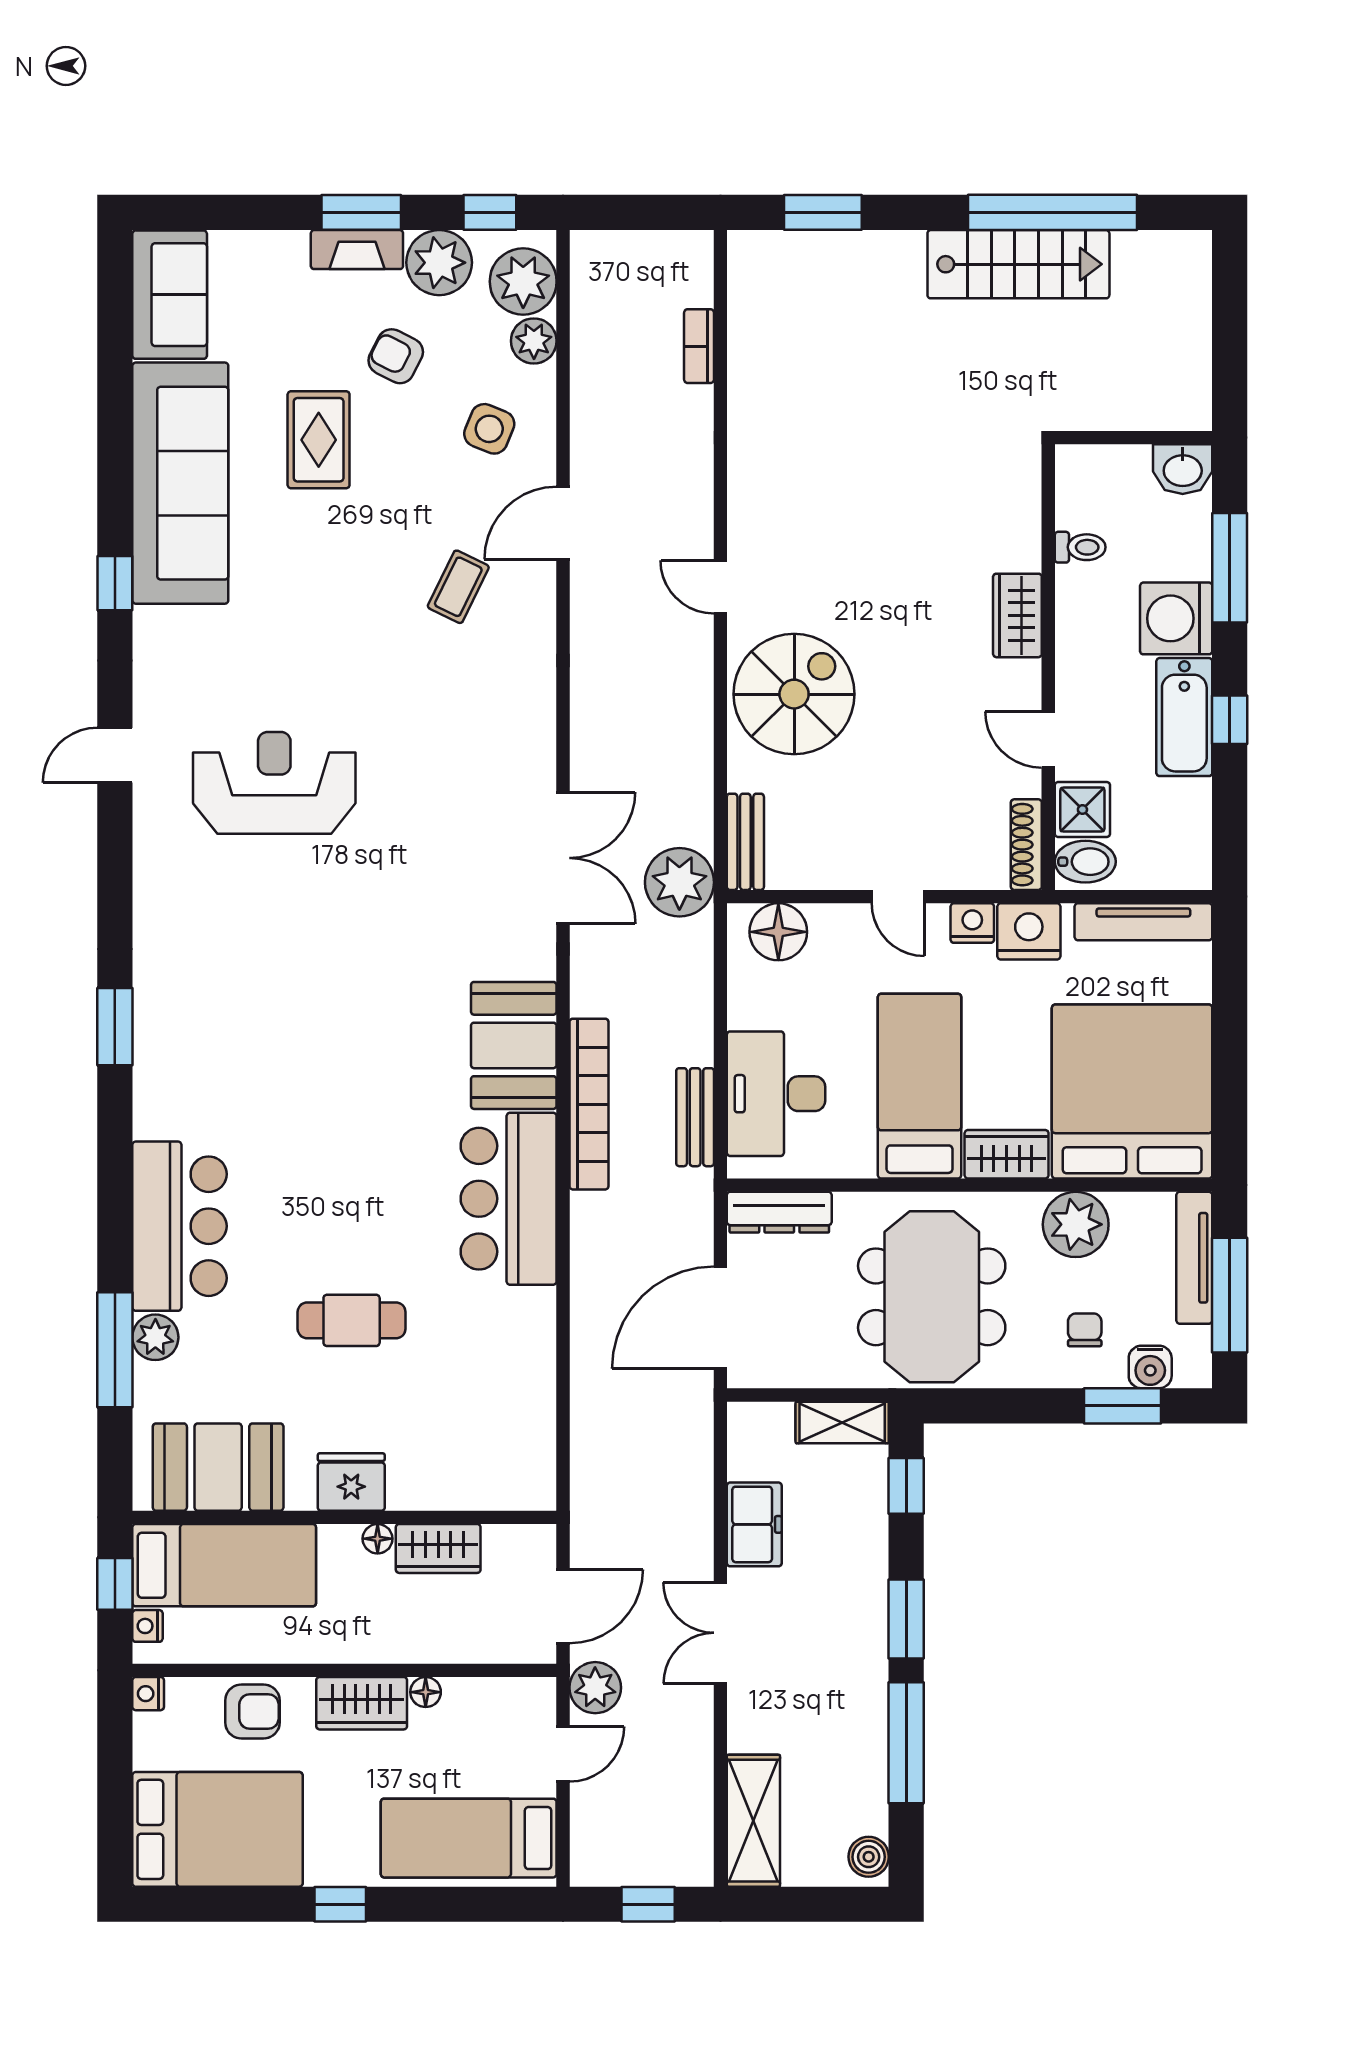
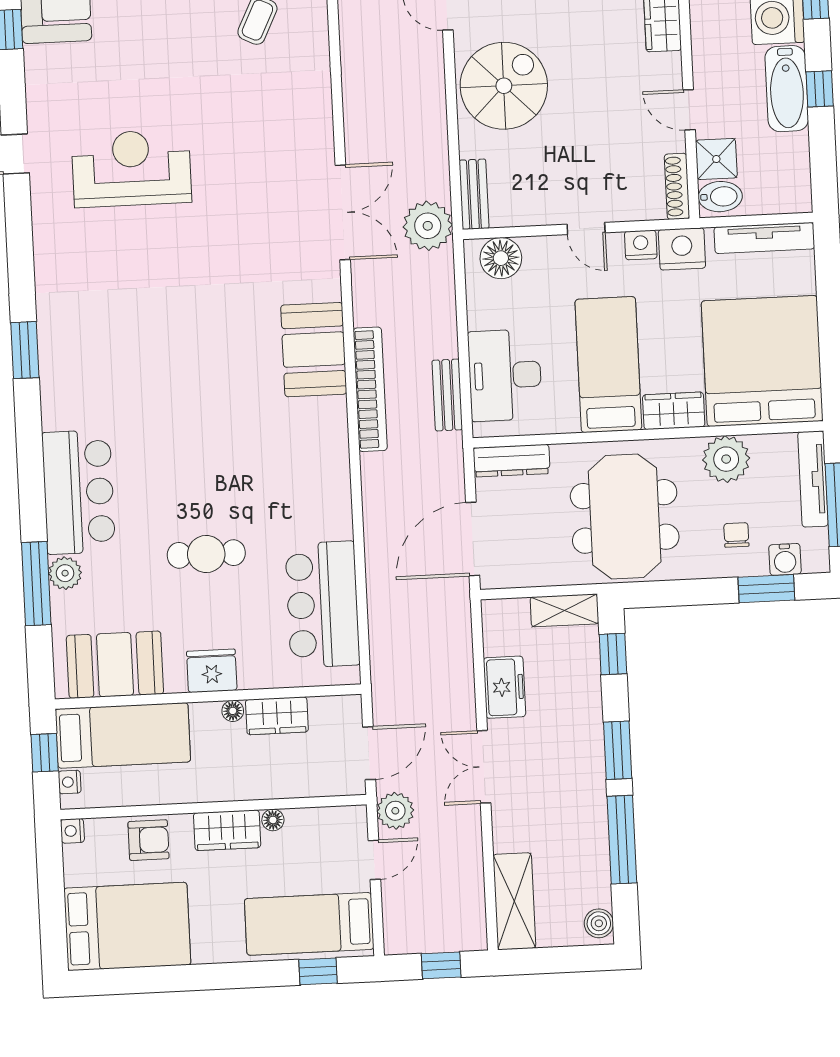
bar counter: (509, 1199) -> (322, 604), moved
window: (340, 1904) -> (318, 971), moved

